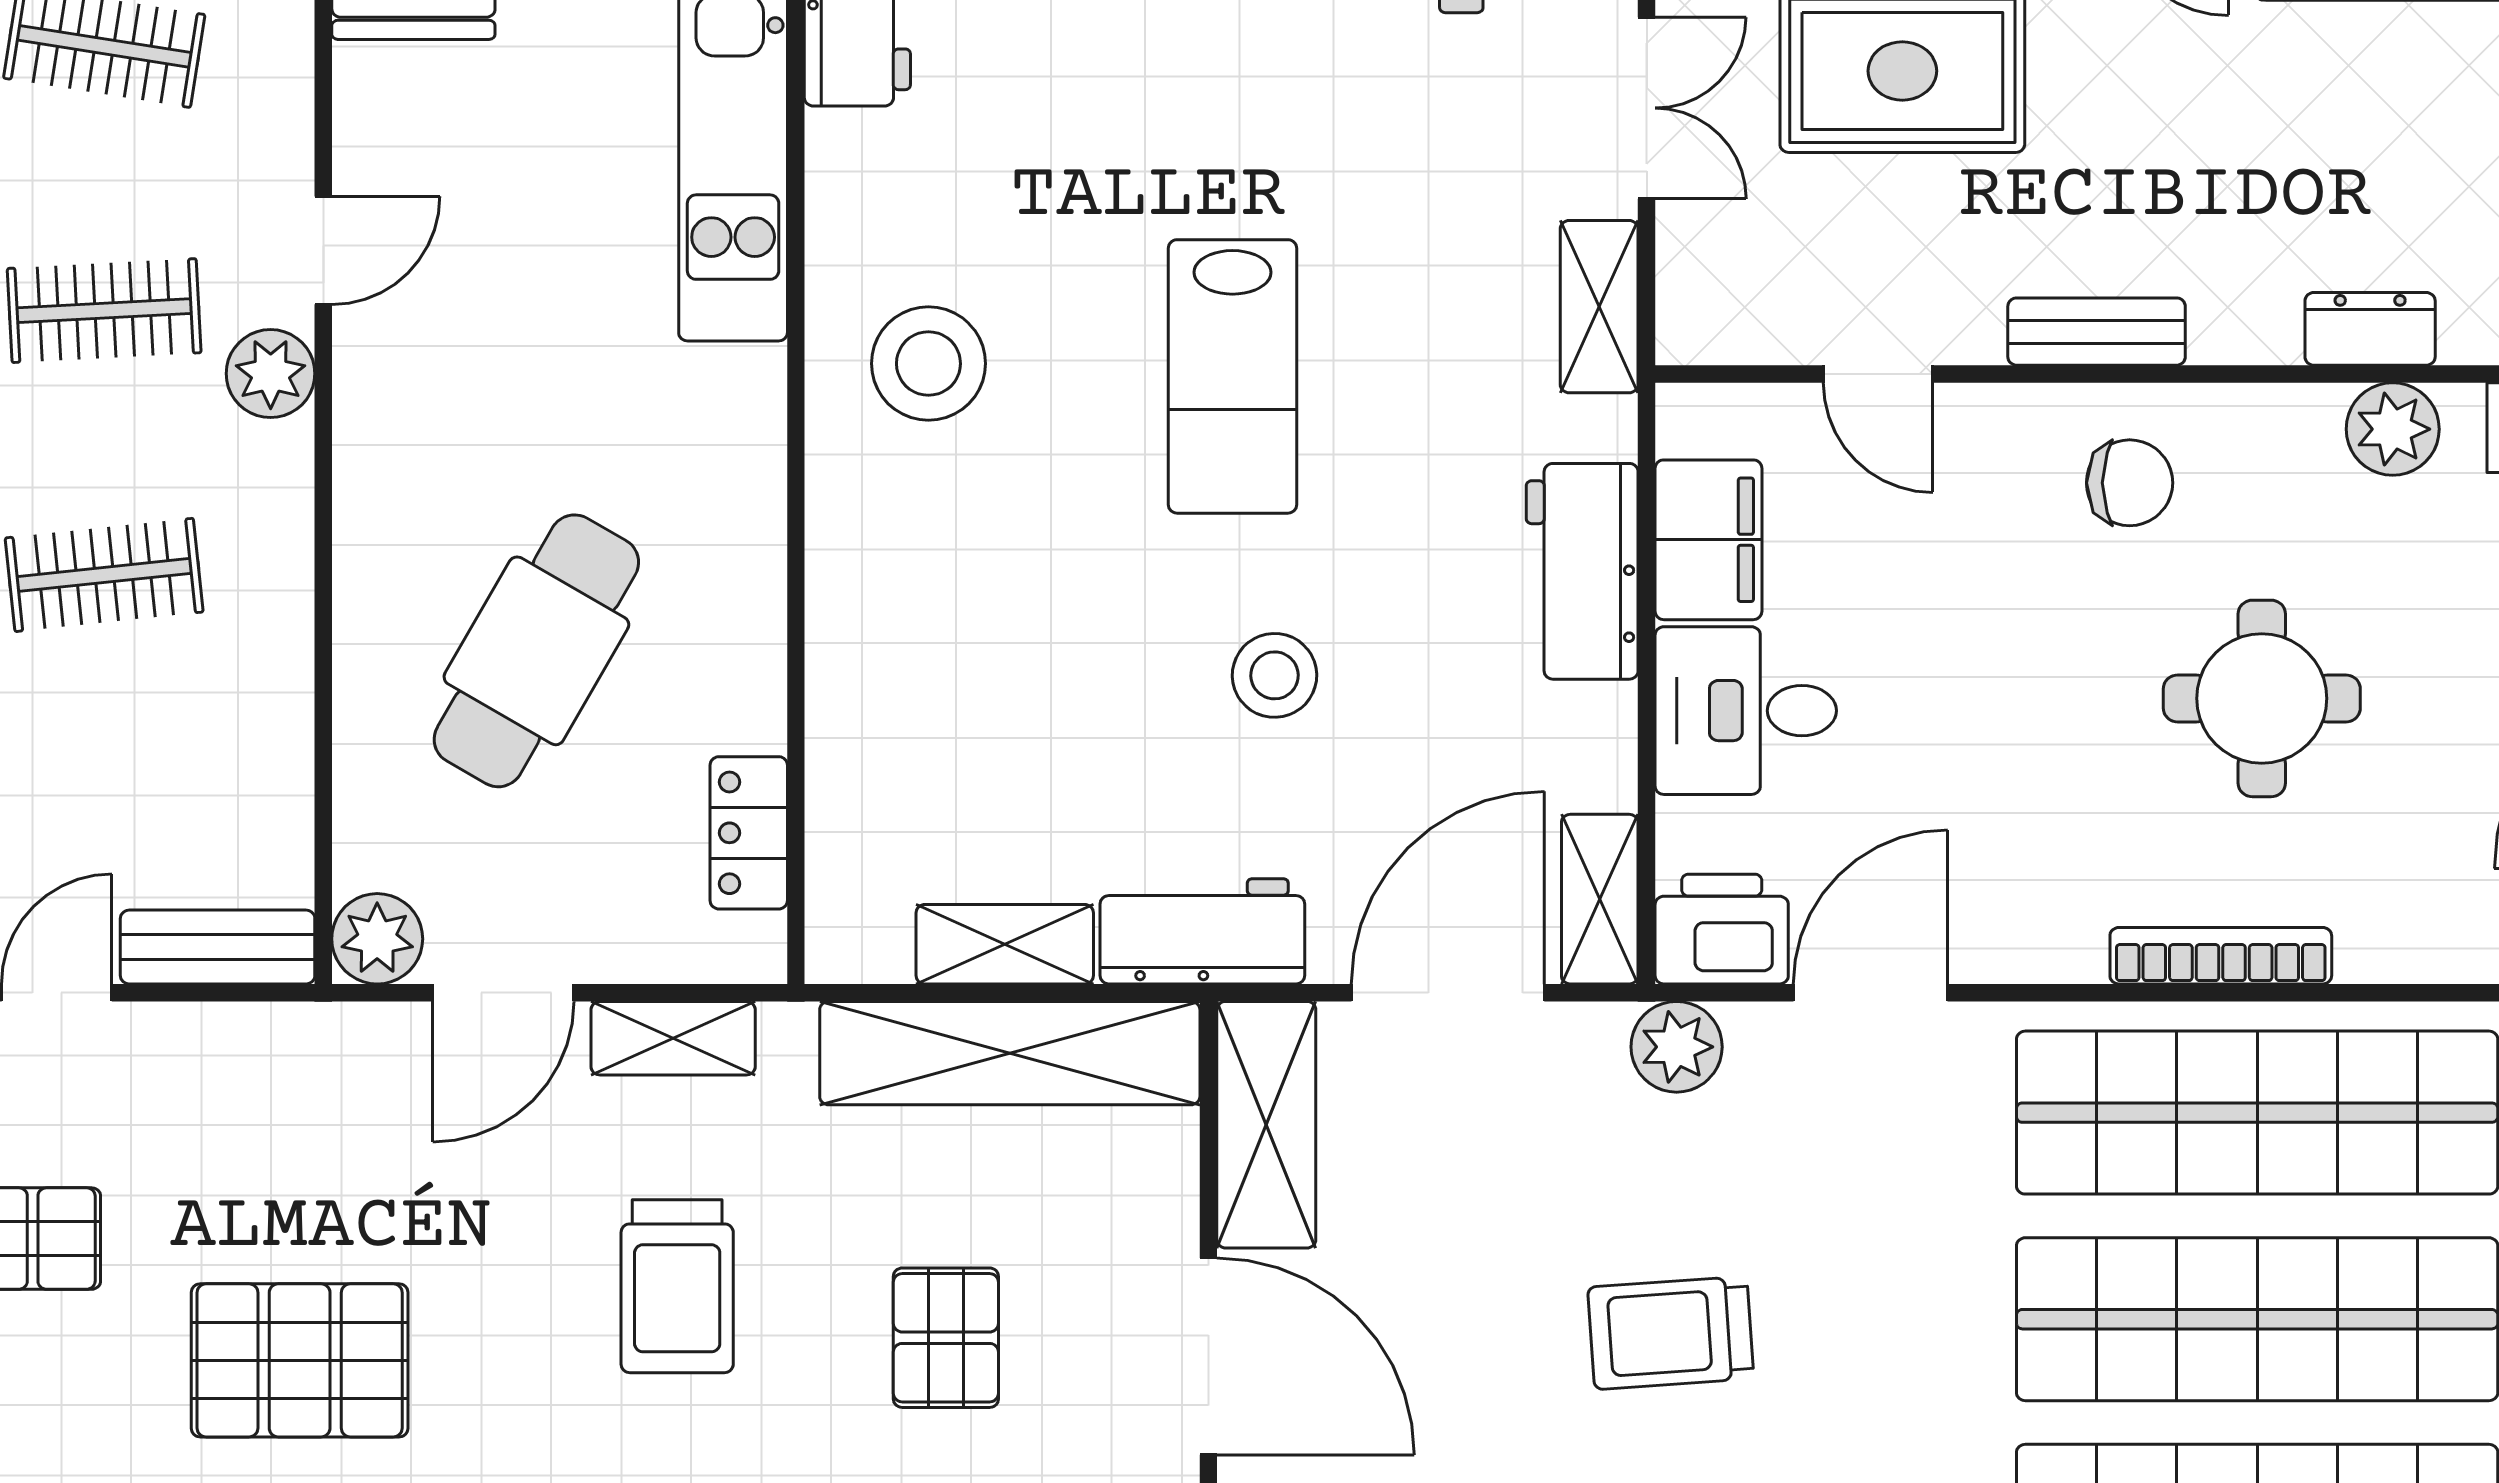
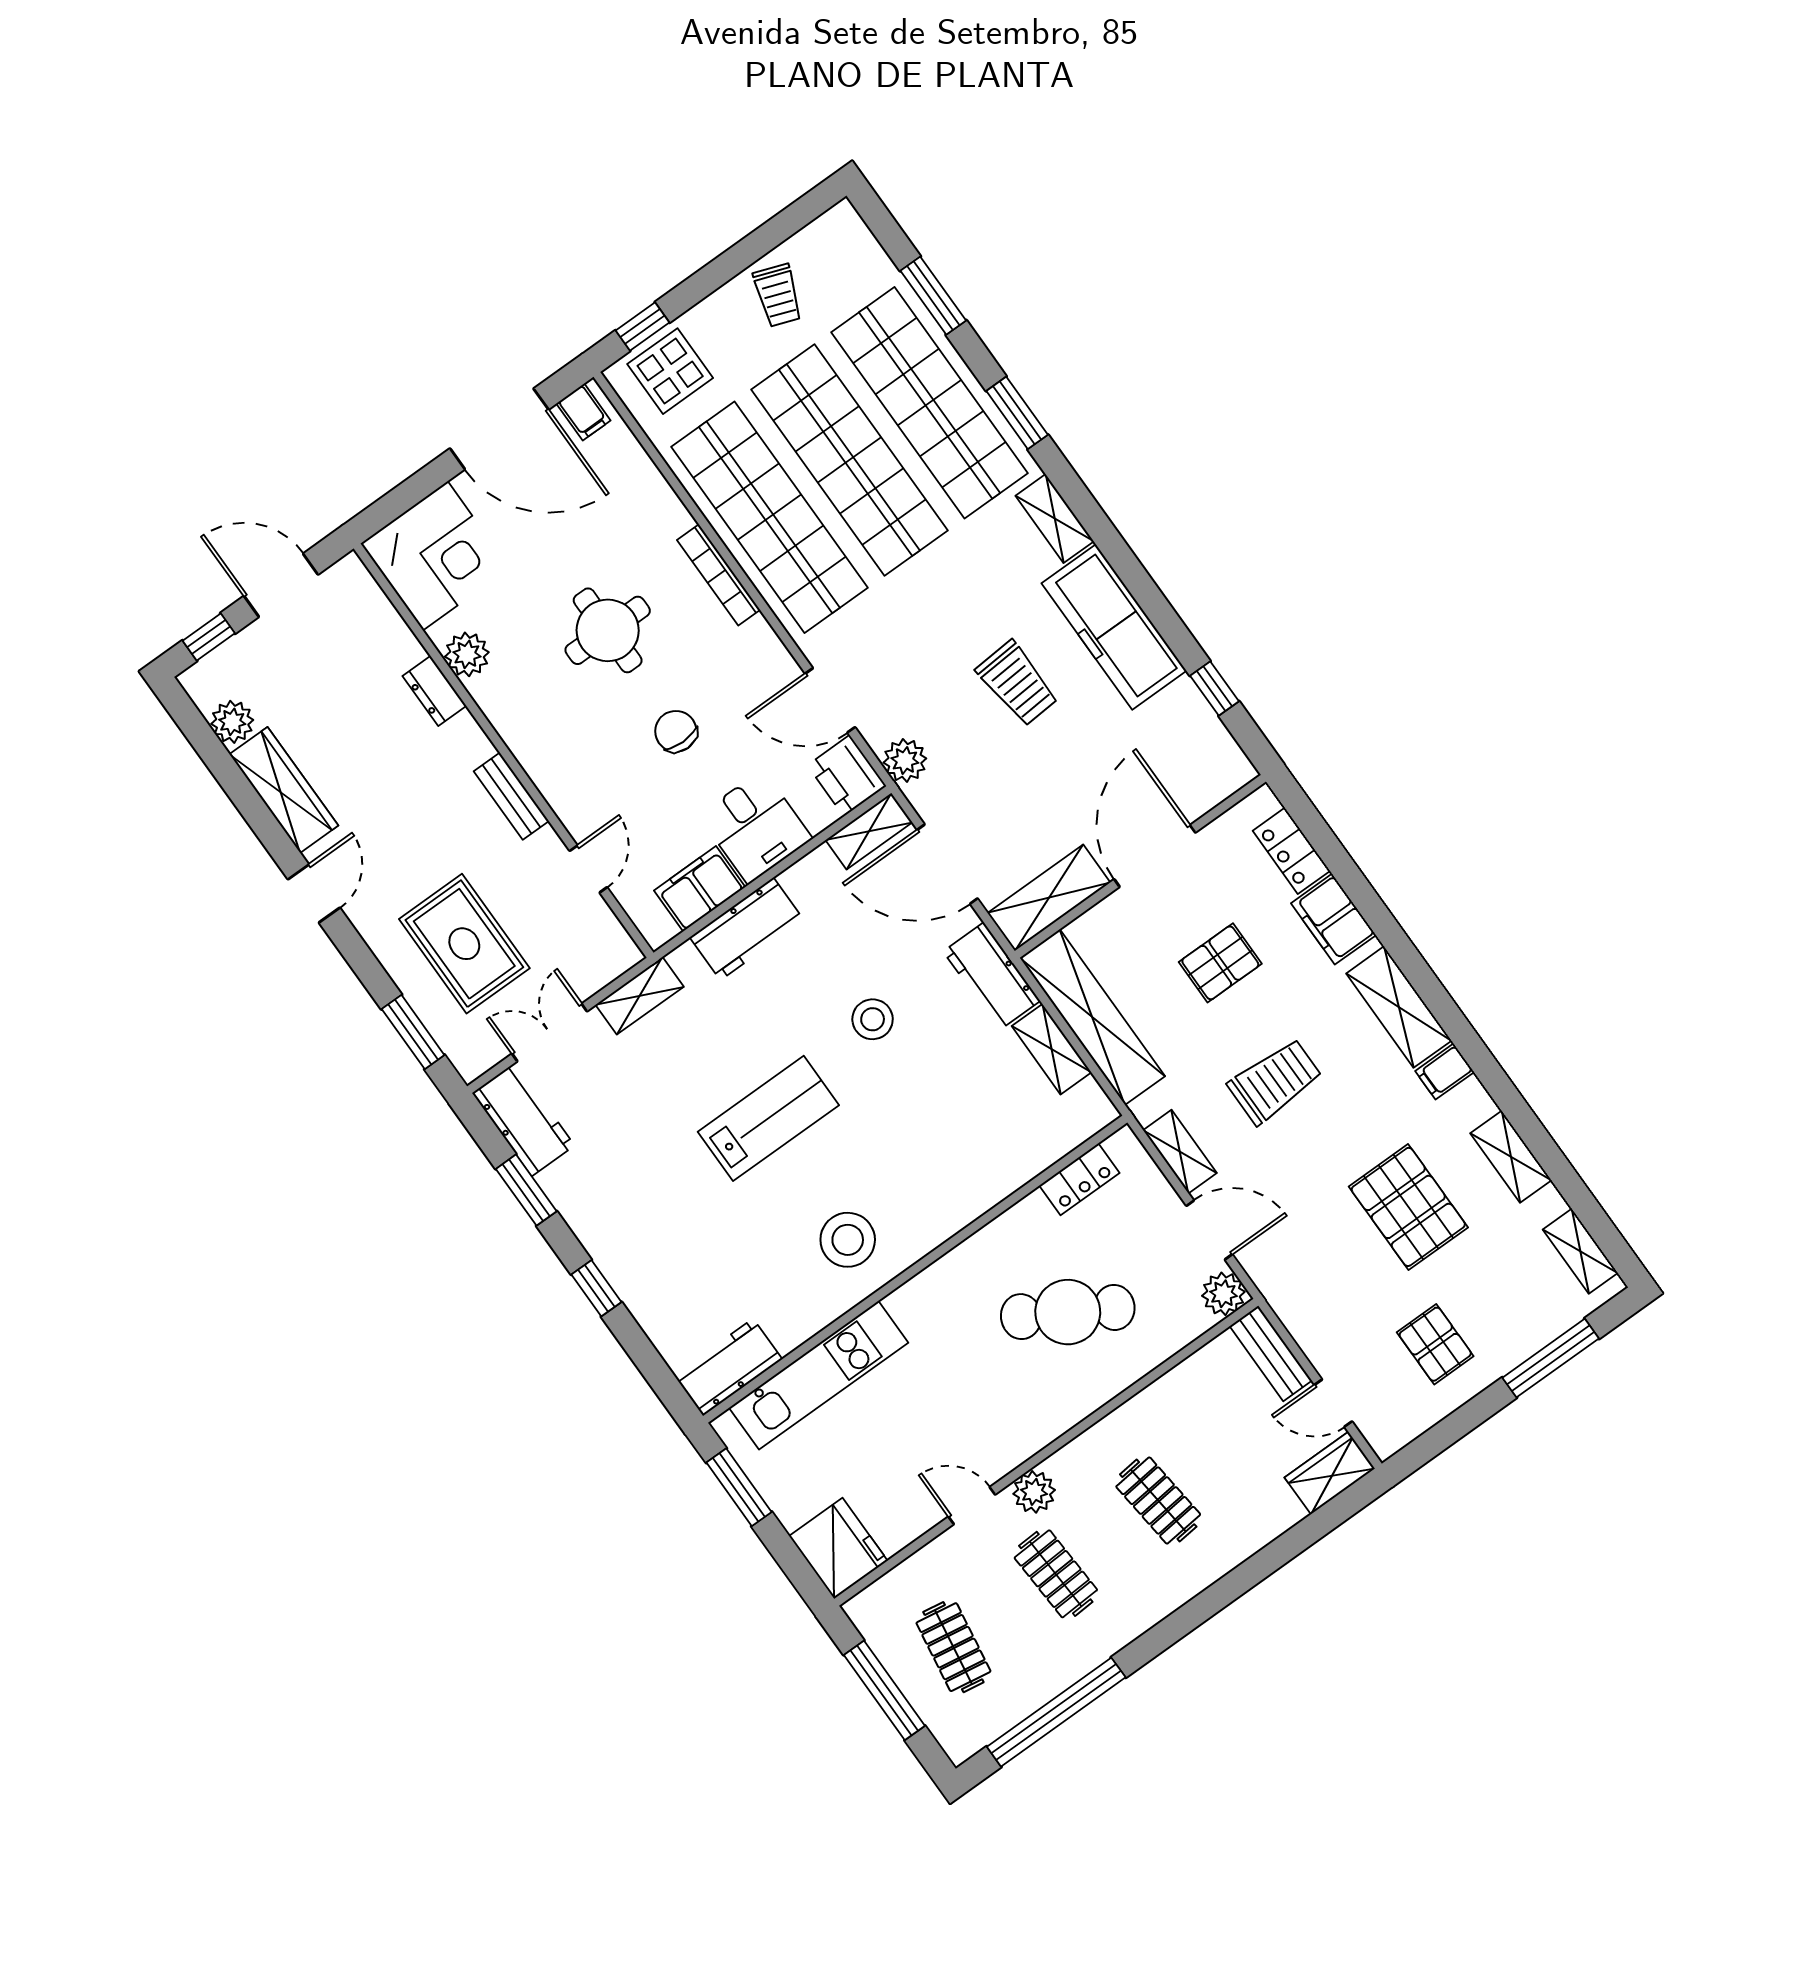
chair: (2130, 483) -> (676, 731), moved

